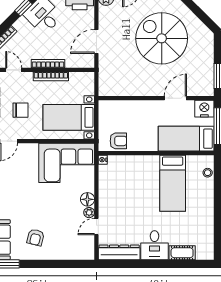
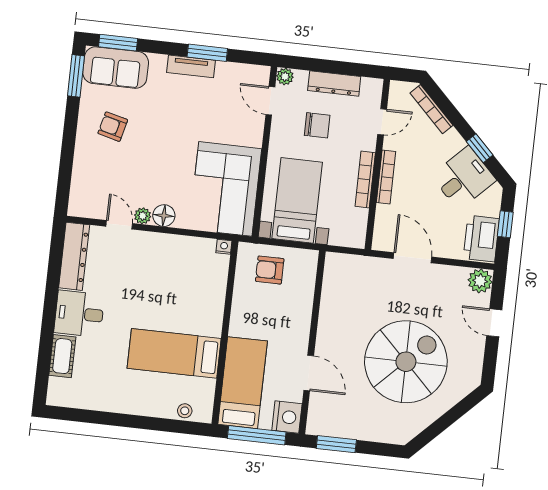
chair: (21, 110) -> (317, 125), turned -90
armchair: (118, 141) -> (270, 270), moved, turned 90

